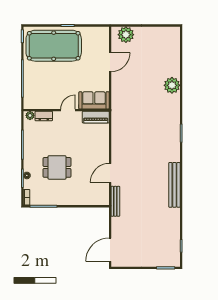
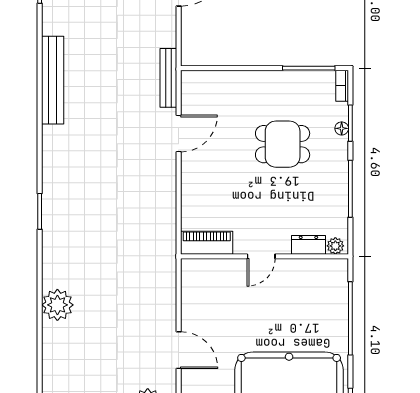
door: (110, 62) -> (179, 350), swing flipped
sofa: (94, 100) -> (210, 275), removed
bench: (174, 185) -> (53, 80), moved

